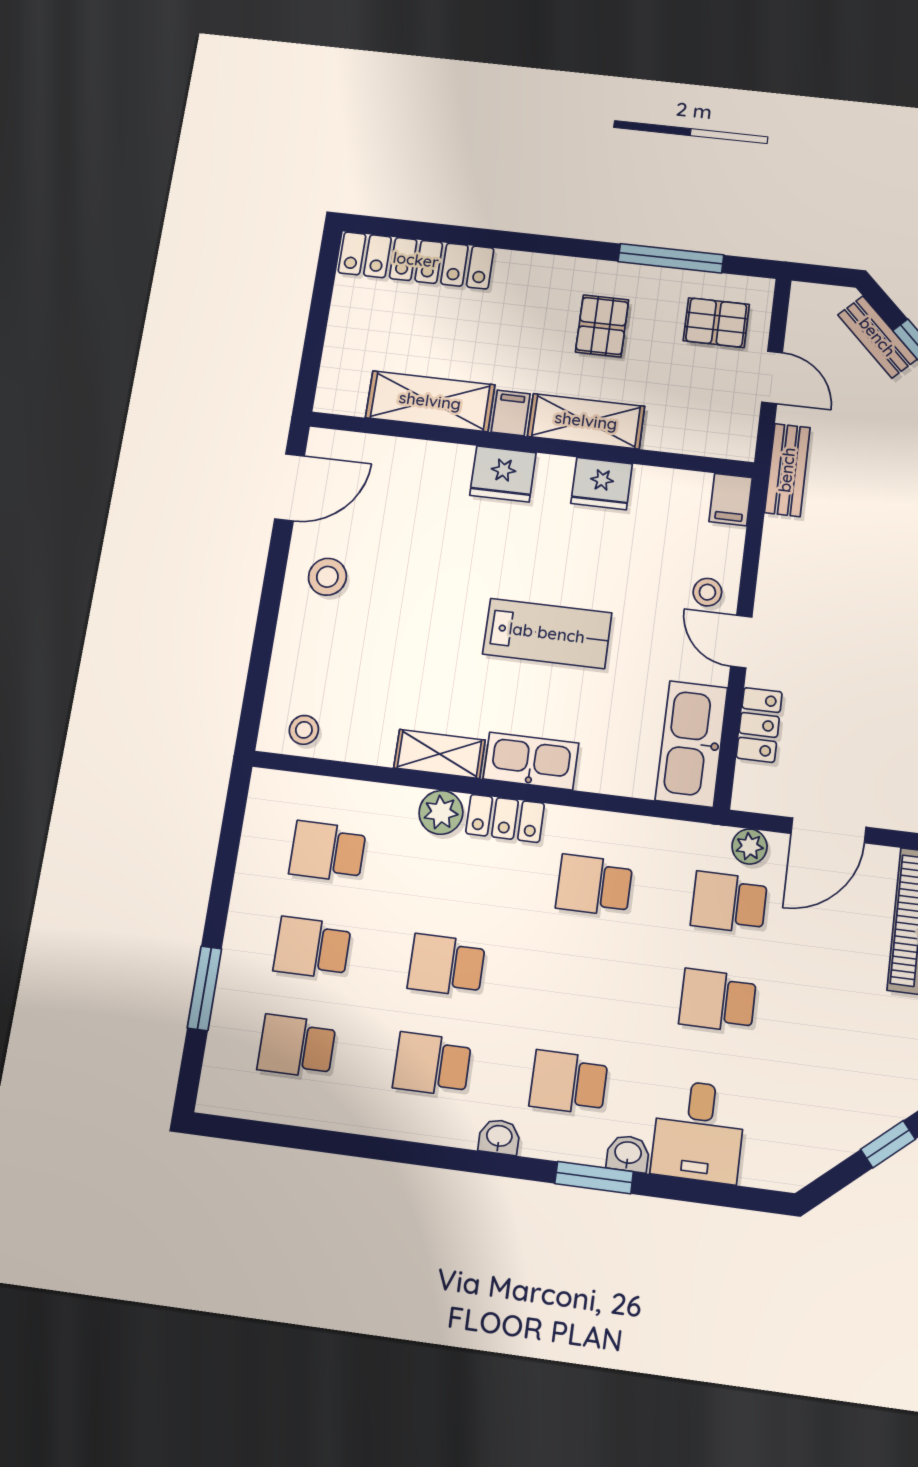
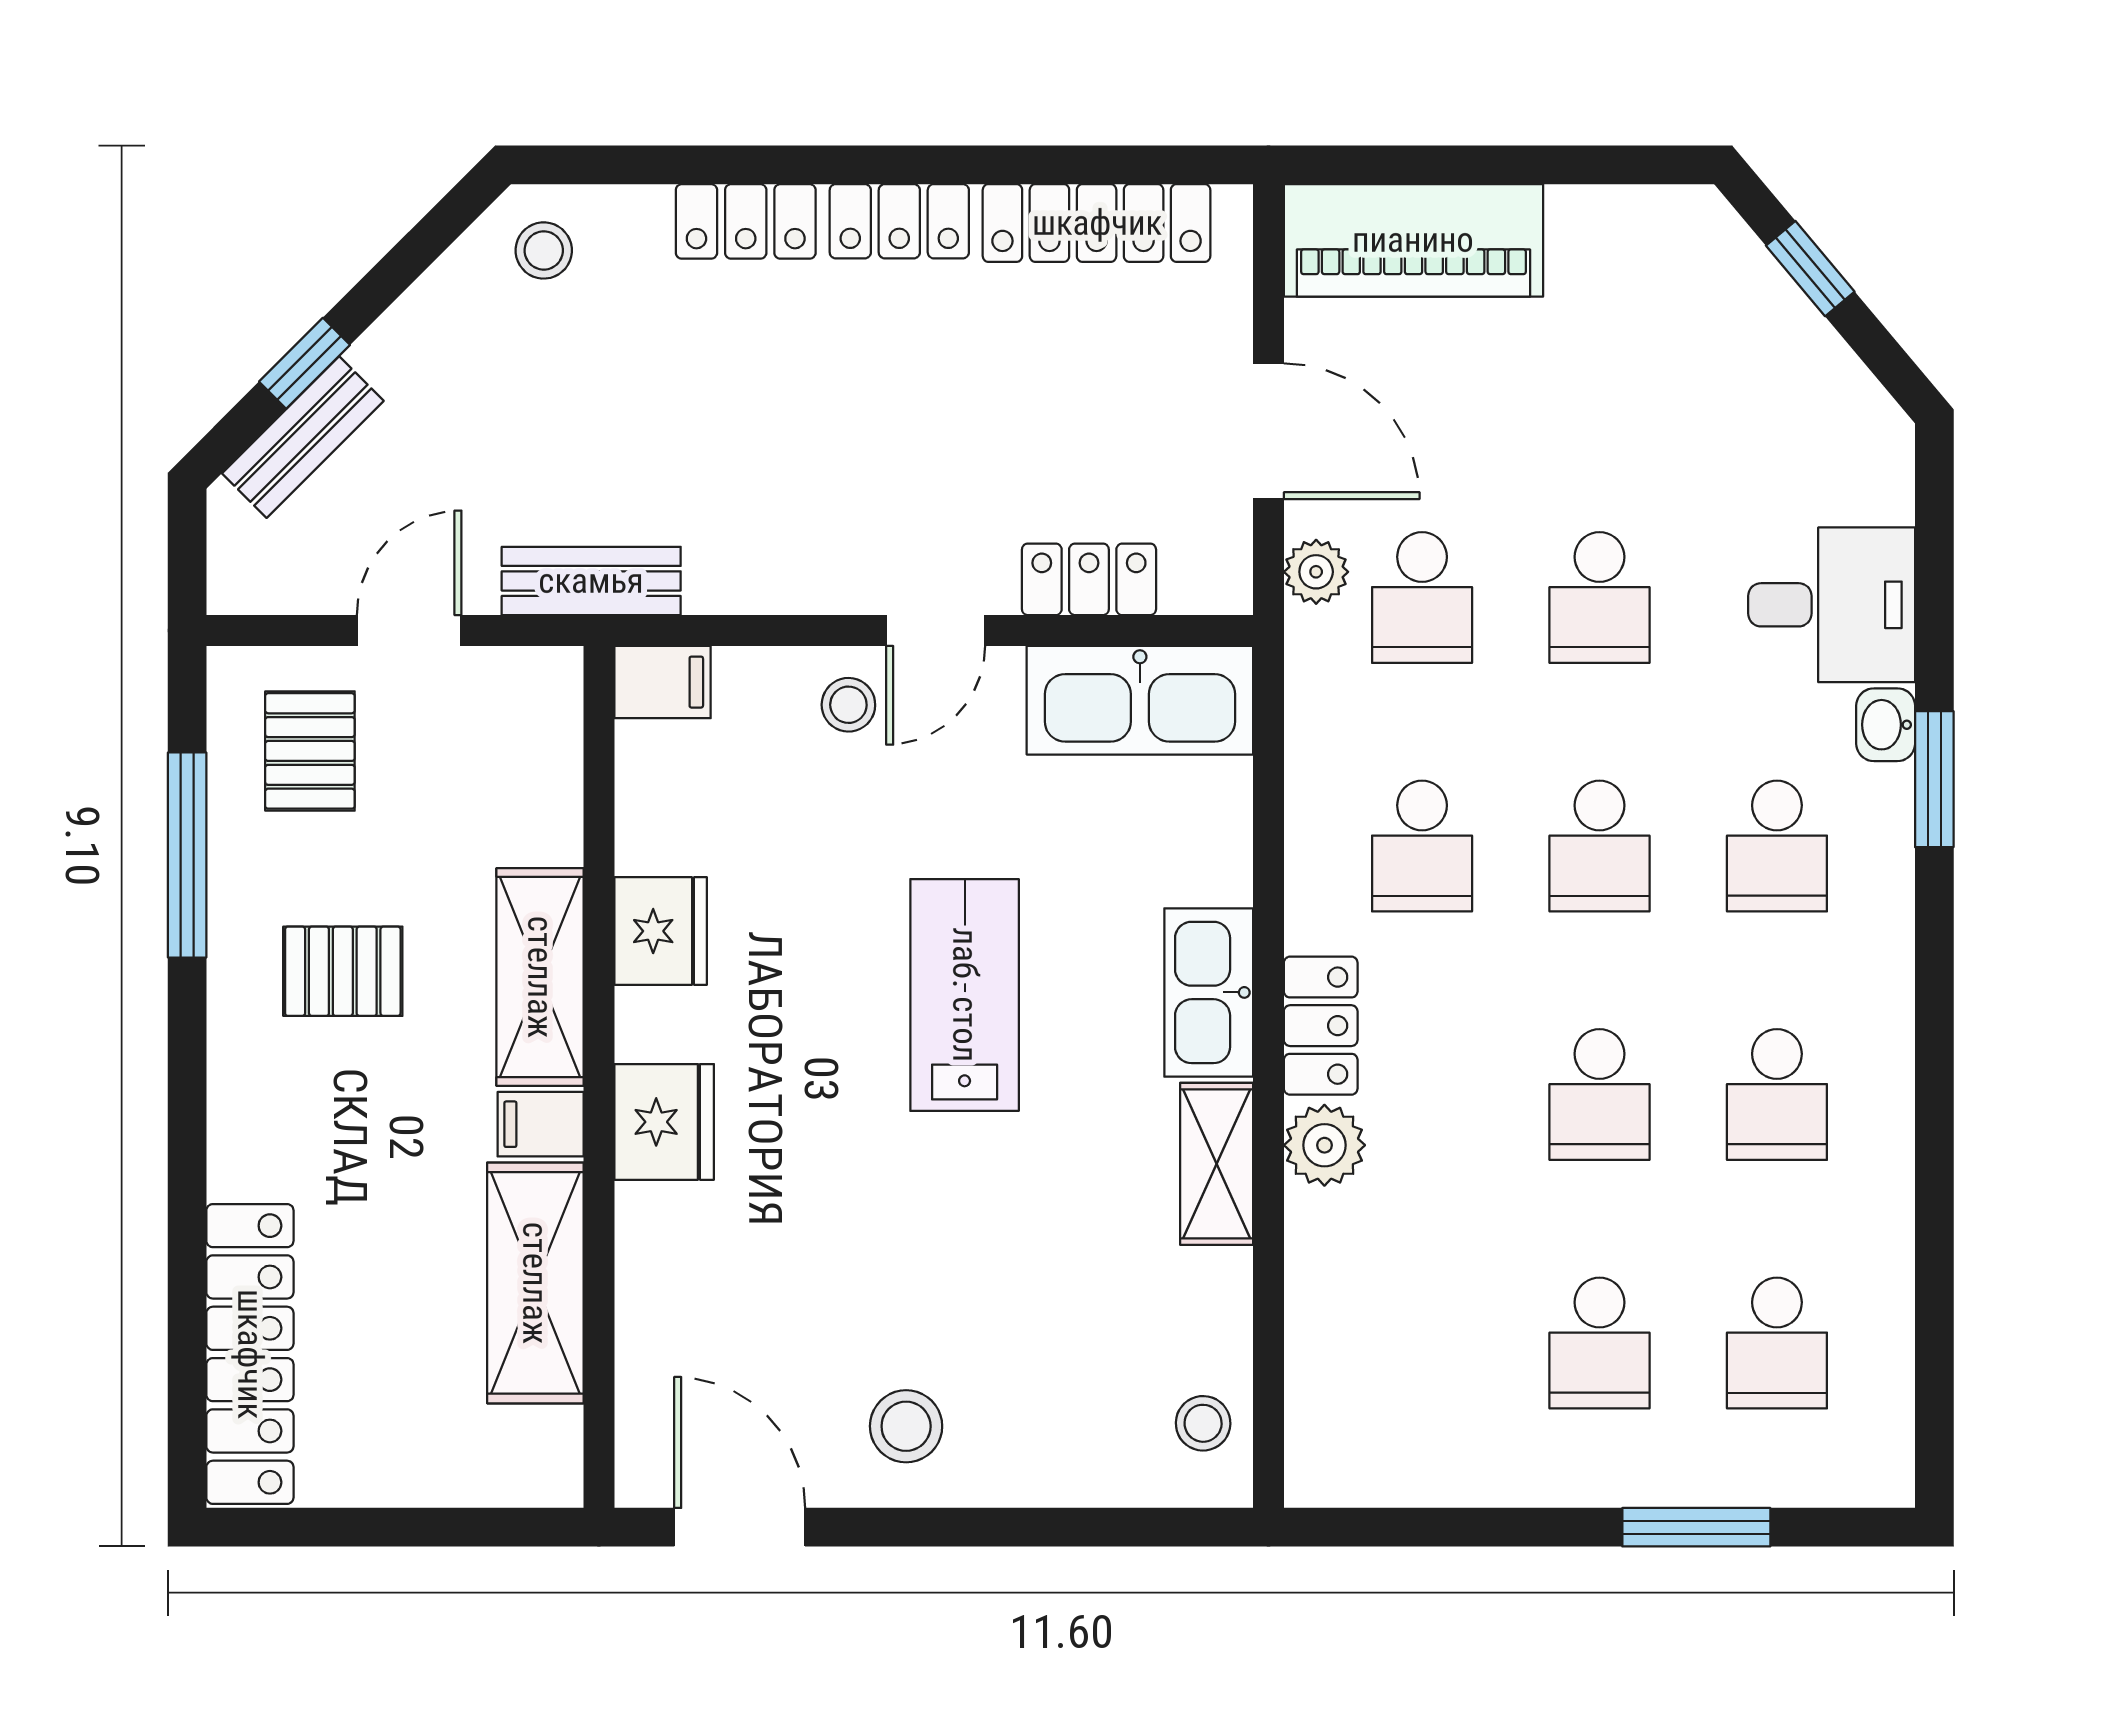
school desk: (328, 851) -> (1599, 846), moved
washbasin: (499, 1137) -> (1887, 957), removed

